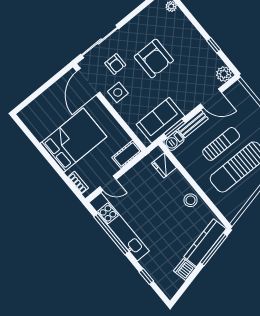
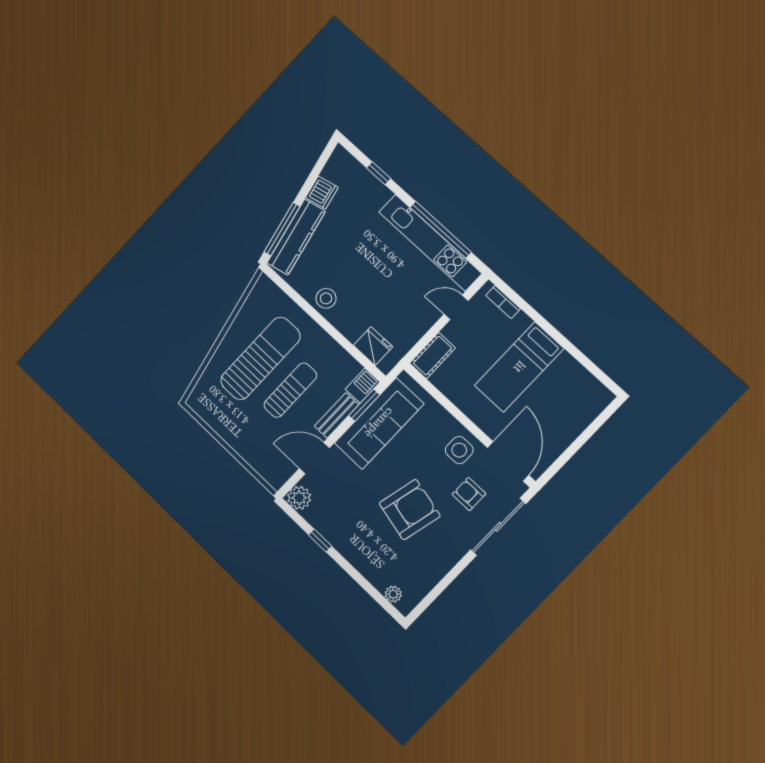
armchair: (154, 59) -> (410, 510), turned 103
sofa: (160, 120) -> (379, 423), width x1.36
bed: (73, 140) -> (519, 367), width x0.67
sun lounger: (221, 144) -> (290, 390), turned 180

